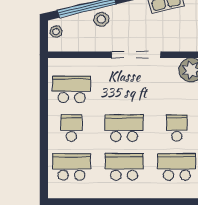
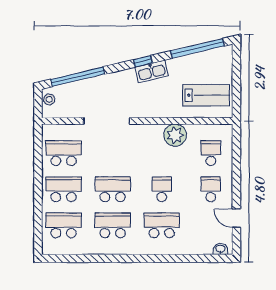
stool: (101, 19) -> (91, 88), removed
doorway: (136, 55) -> (107, 121), moved
school desk: (71, 128) -> (64, 189), width x1.85

